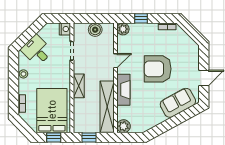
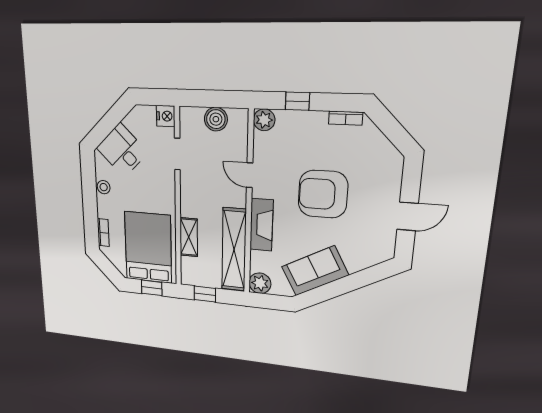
door: (116, 61) -> (250, 175), swing flipped
shelving: (79, 86) -> (189, 237), moved
sofa: (178, 103) -> (315, 271), moved

